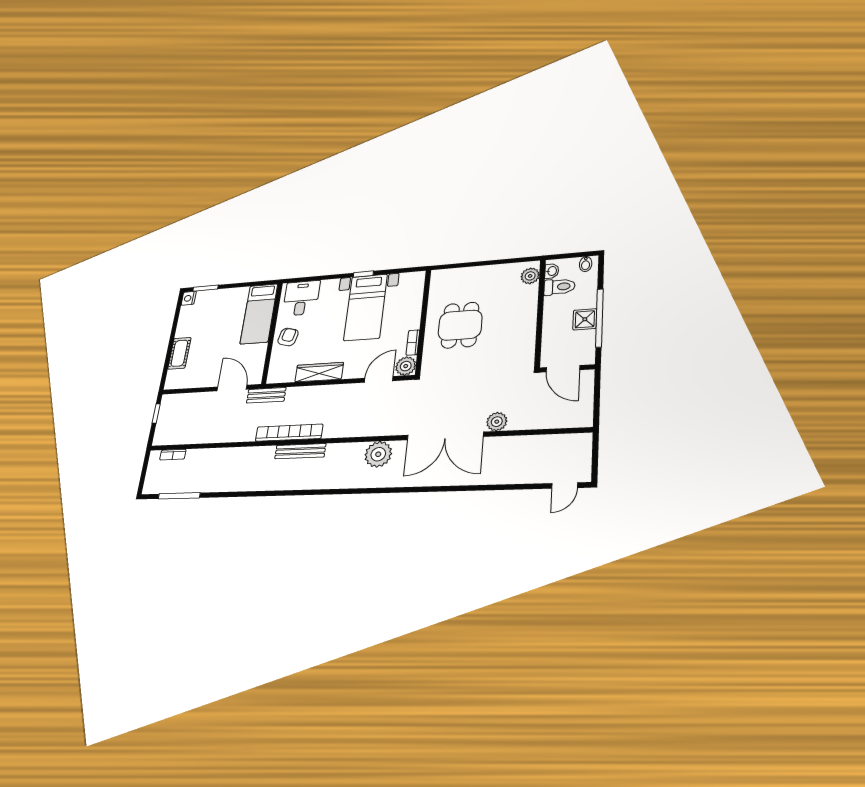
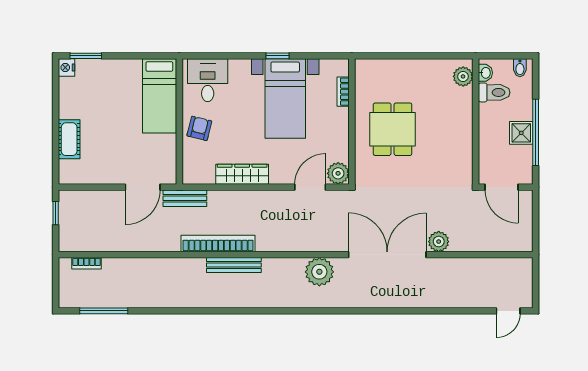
bookcase: (413, 343) -> (343, 92), moved
door: (232, 388) -> (143, 187), swing flipped
double door: (445, 436) -> (387, 255), swing flipped

